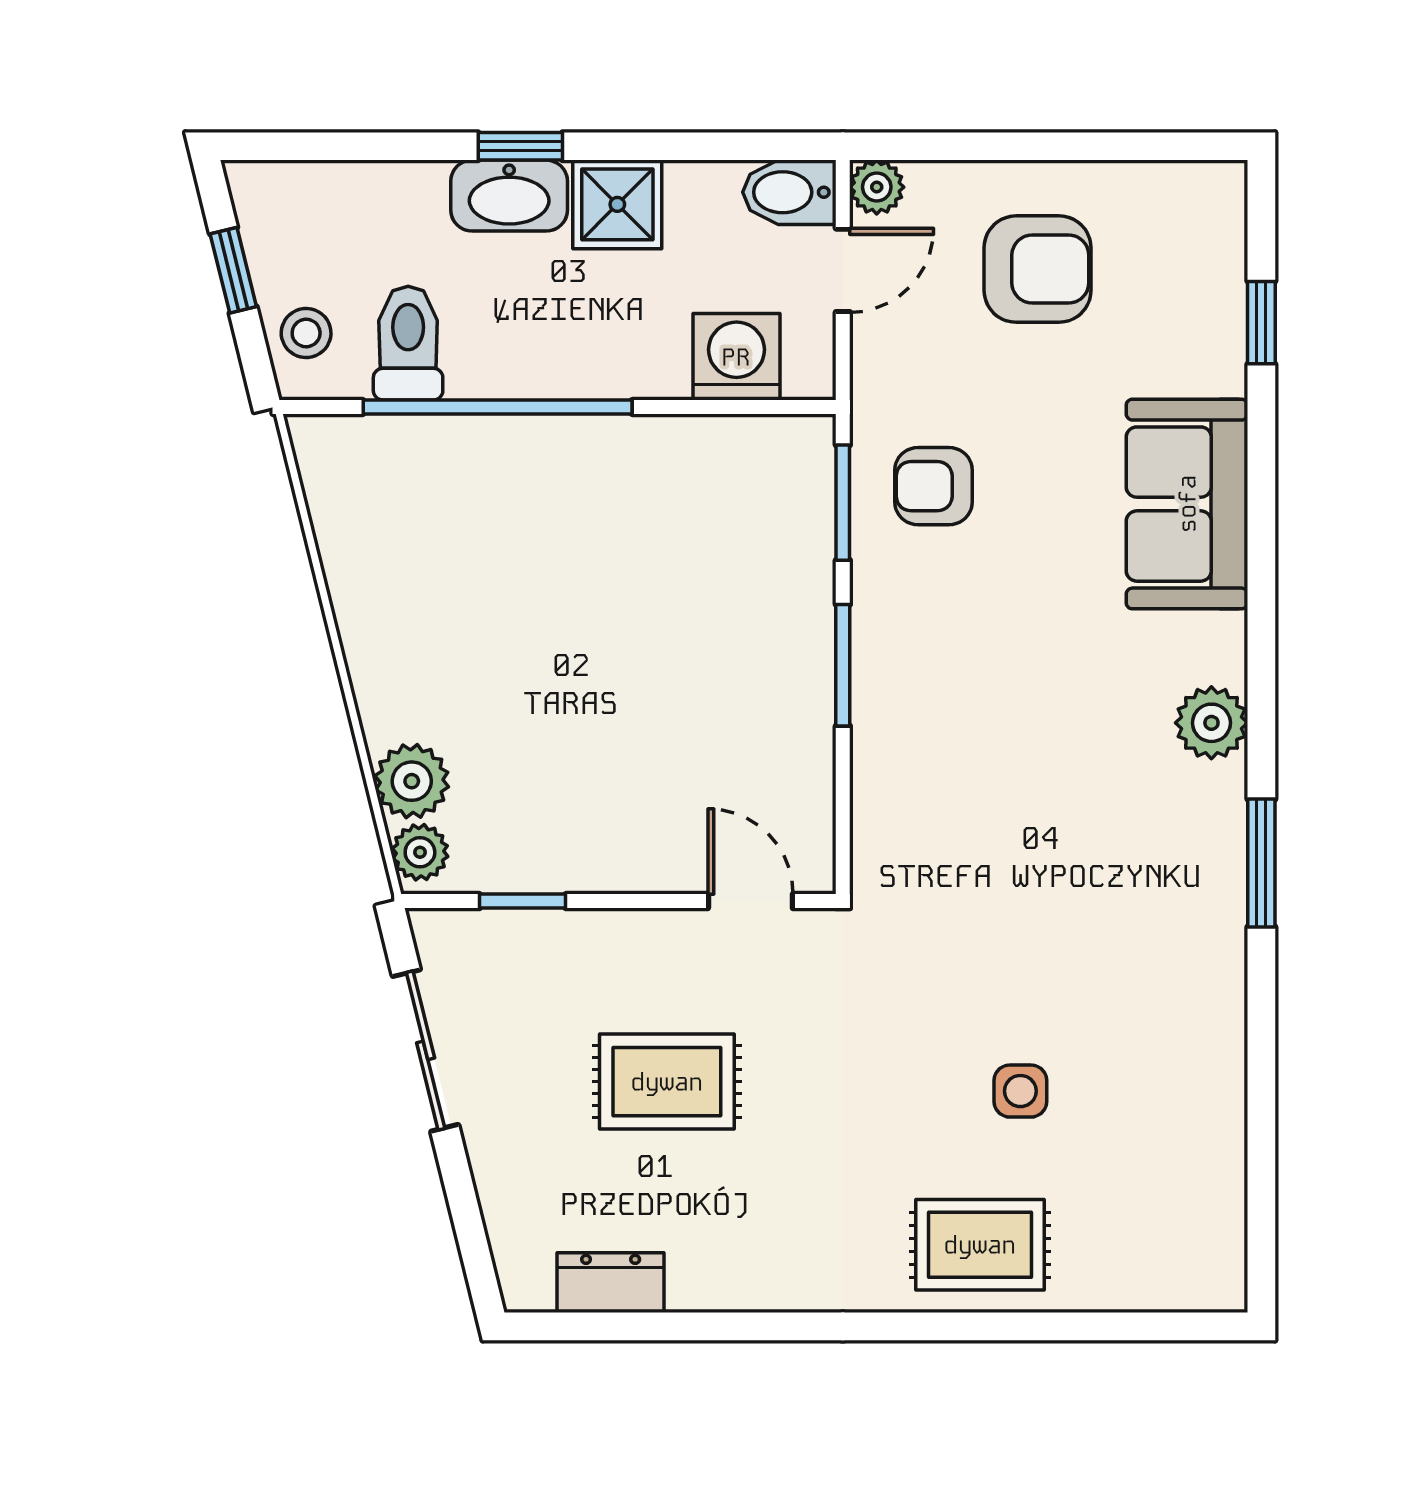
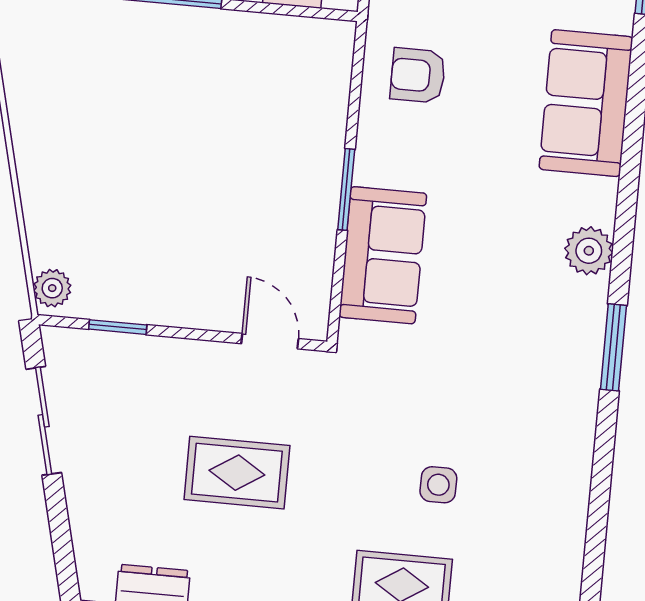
window: (843, 503) -> (356, 81), removed
sofa: (906, 758) -> (383, 255), added
plant: (412, 781) -> (51, 240), removed
rug: (667, 1082) -> (237, 473), moved

